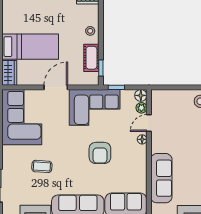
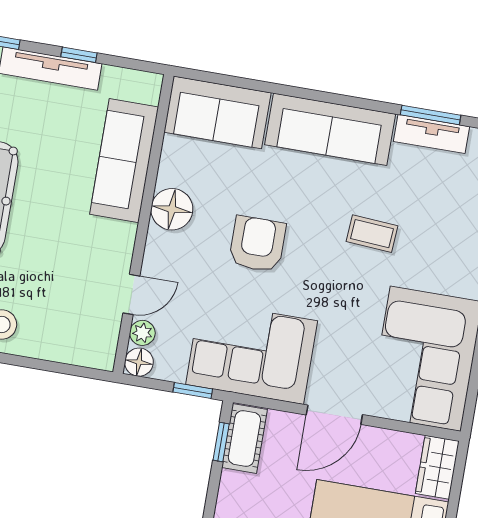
cot: (91, 58) -> (244, 439), moved
floor lamp: (142, 139) -> (172, 209), moved, width x1.89, depth x1.89
coffee table: (42, 166) -> (372, 234), moved

